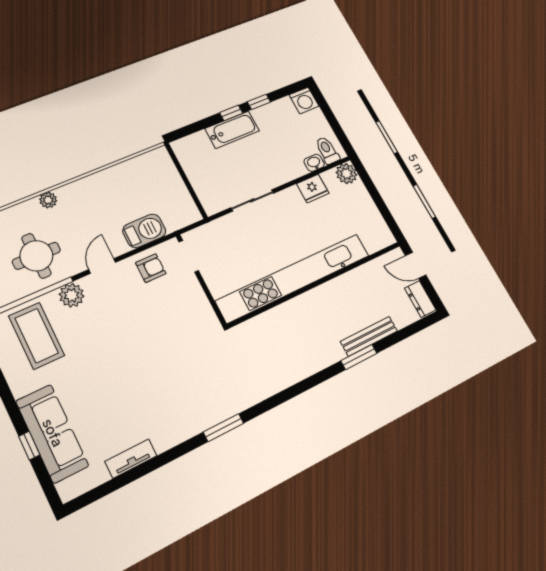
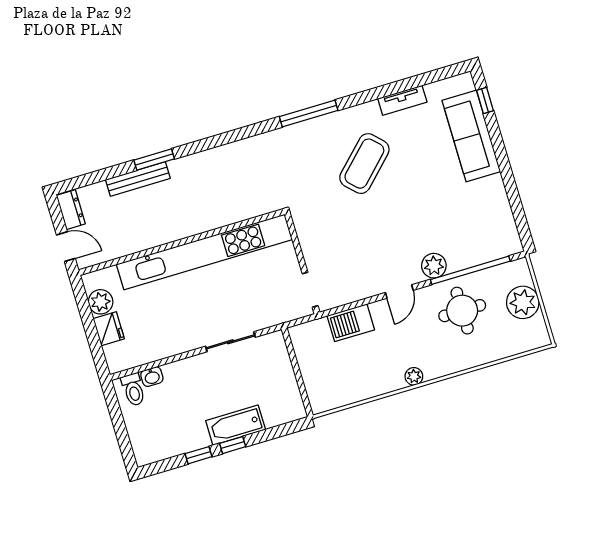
washing machine: (304, 100) -> (146, 452), removed
plant: (346, 174) -> (101, 302), moved
fridge: (313, 189) -> (109, 329), moved, turned 90
plant: (48, 200) -> (414, 376), moved
armchair: (151, 268) -> (351, 283), removed
coffee table: (37, 336) -> (364, 164), moved, turned 45
window: (223, 428) -> (309, 114), width x1.44
window: (29, 446) -> (485, 101), moved

